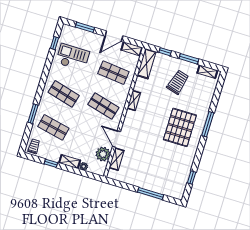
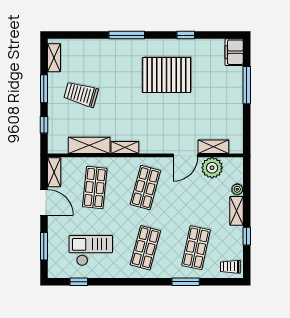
checkout: (73, 57) -> (91, 250), turned 90
shelving: (147, 64) -> (89, 145), moved
pallet: (180, 127) -> (167, 75), moved
window: (192, 178) -> (186, 35), moved
filing cabinet: (175, 192) -> (234, 52), added

